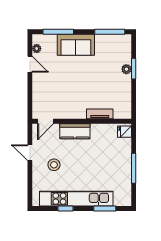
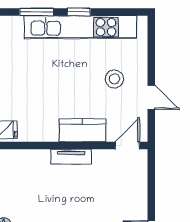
tv unit: (100, 114) -> (71, 157), moved
window: (65, 209) -> (79, 12), moved

